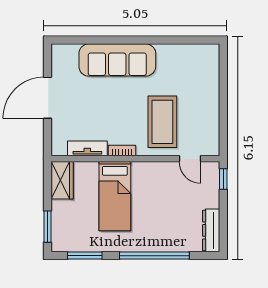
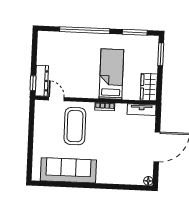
floor lamp: (57, 50) -> (148, 181), added
sofa: (117, 60) -> (68, 170), moved
tv unit: (87, 148) -> (142, 110), moved
dresser: (211, 230) -> (42, 81), moved

